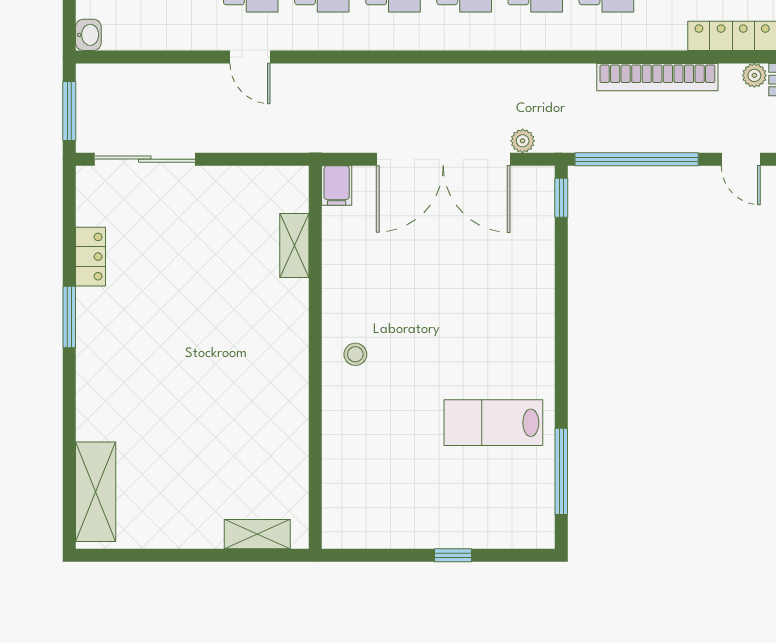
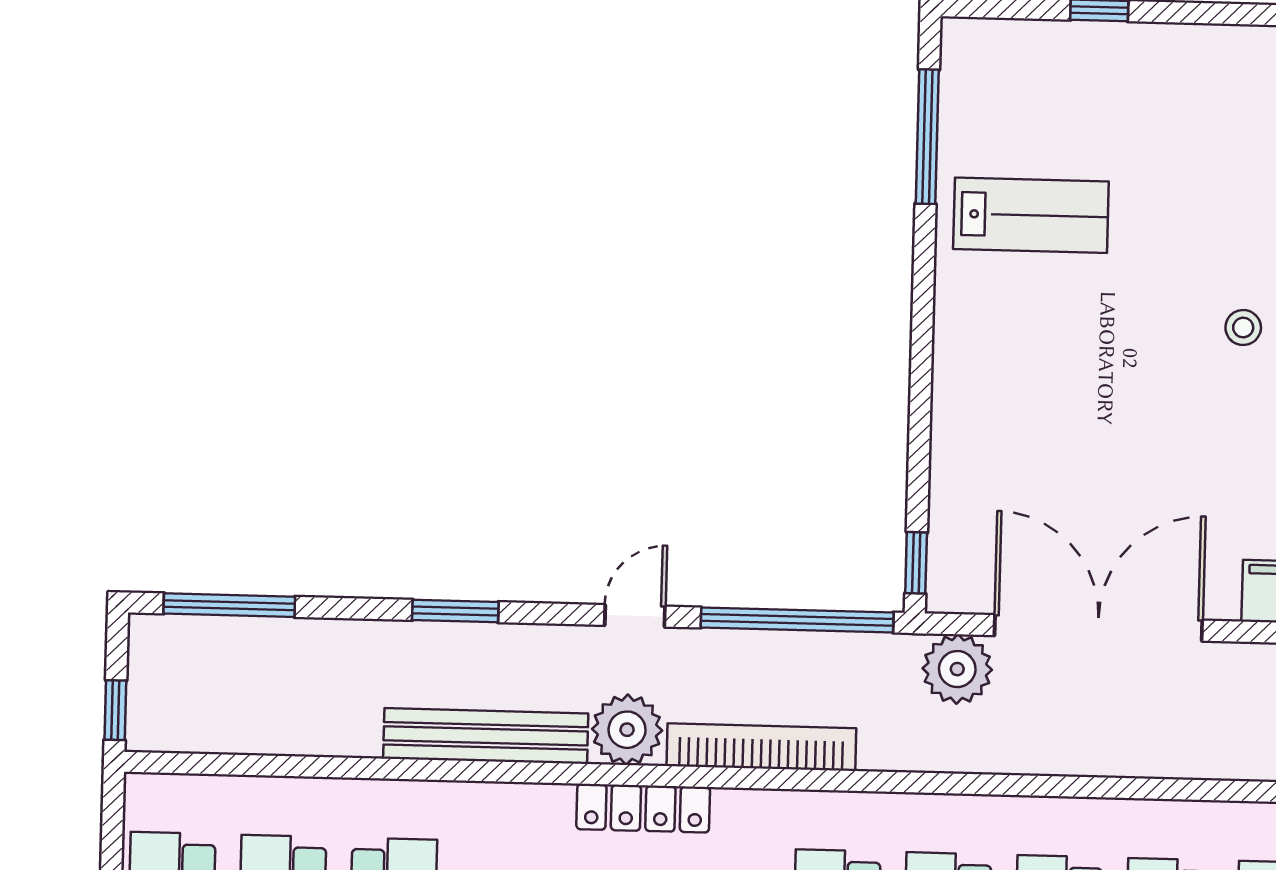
plant: (754, 75) -> (627, 730), width x1.88, depth x1.88
plant: (523, 141) -> (957, 669), width x1.87, depth x1.87
door: (741, 159) -> (635, 616), hinge flipped

